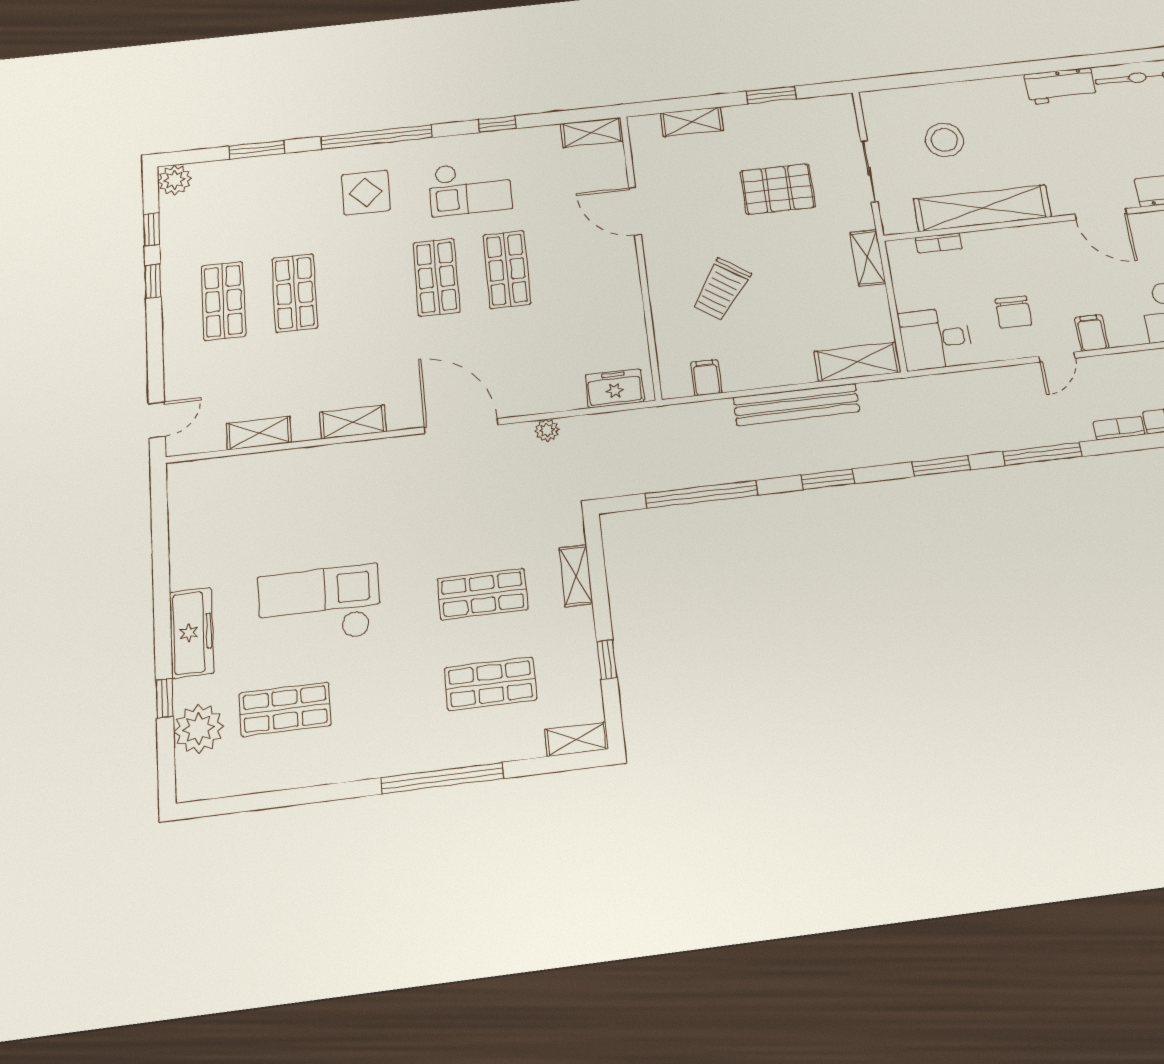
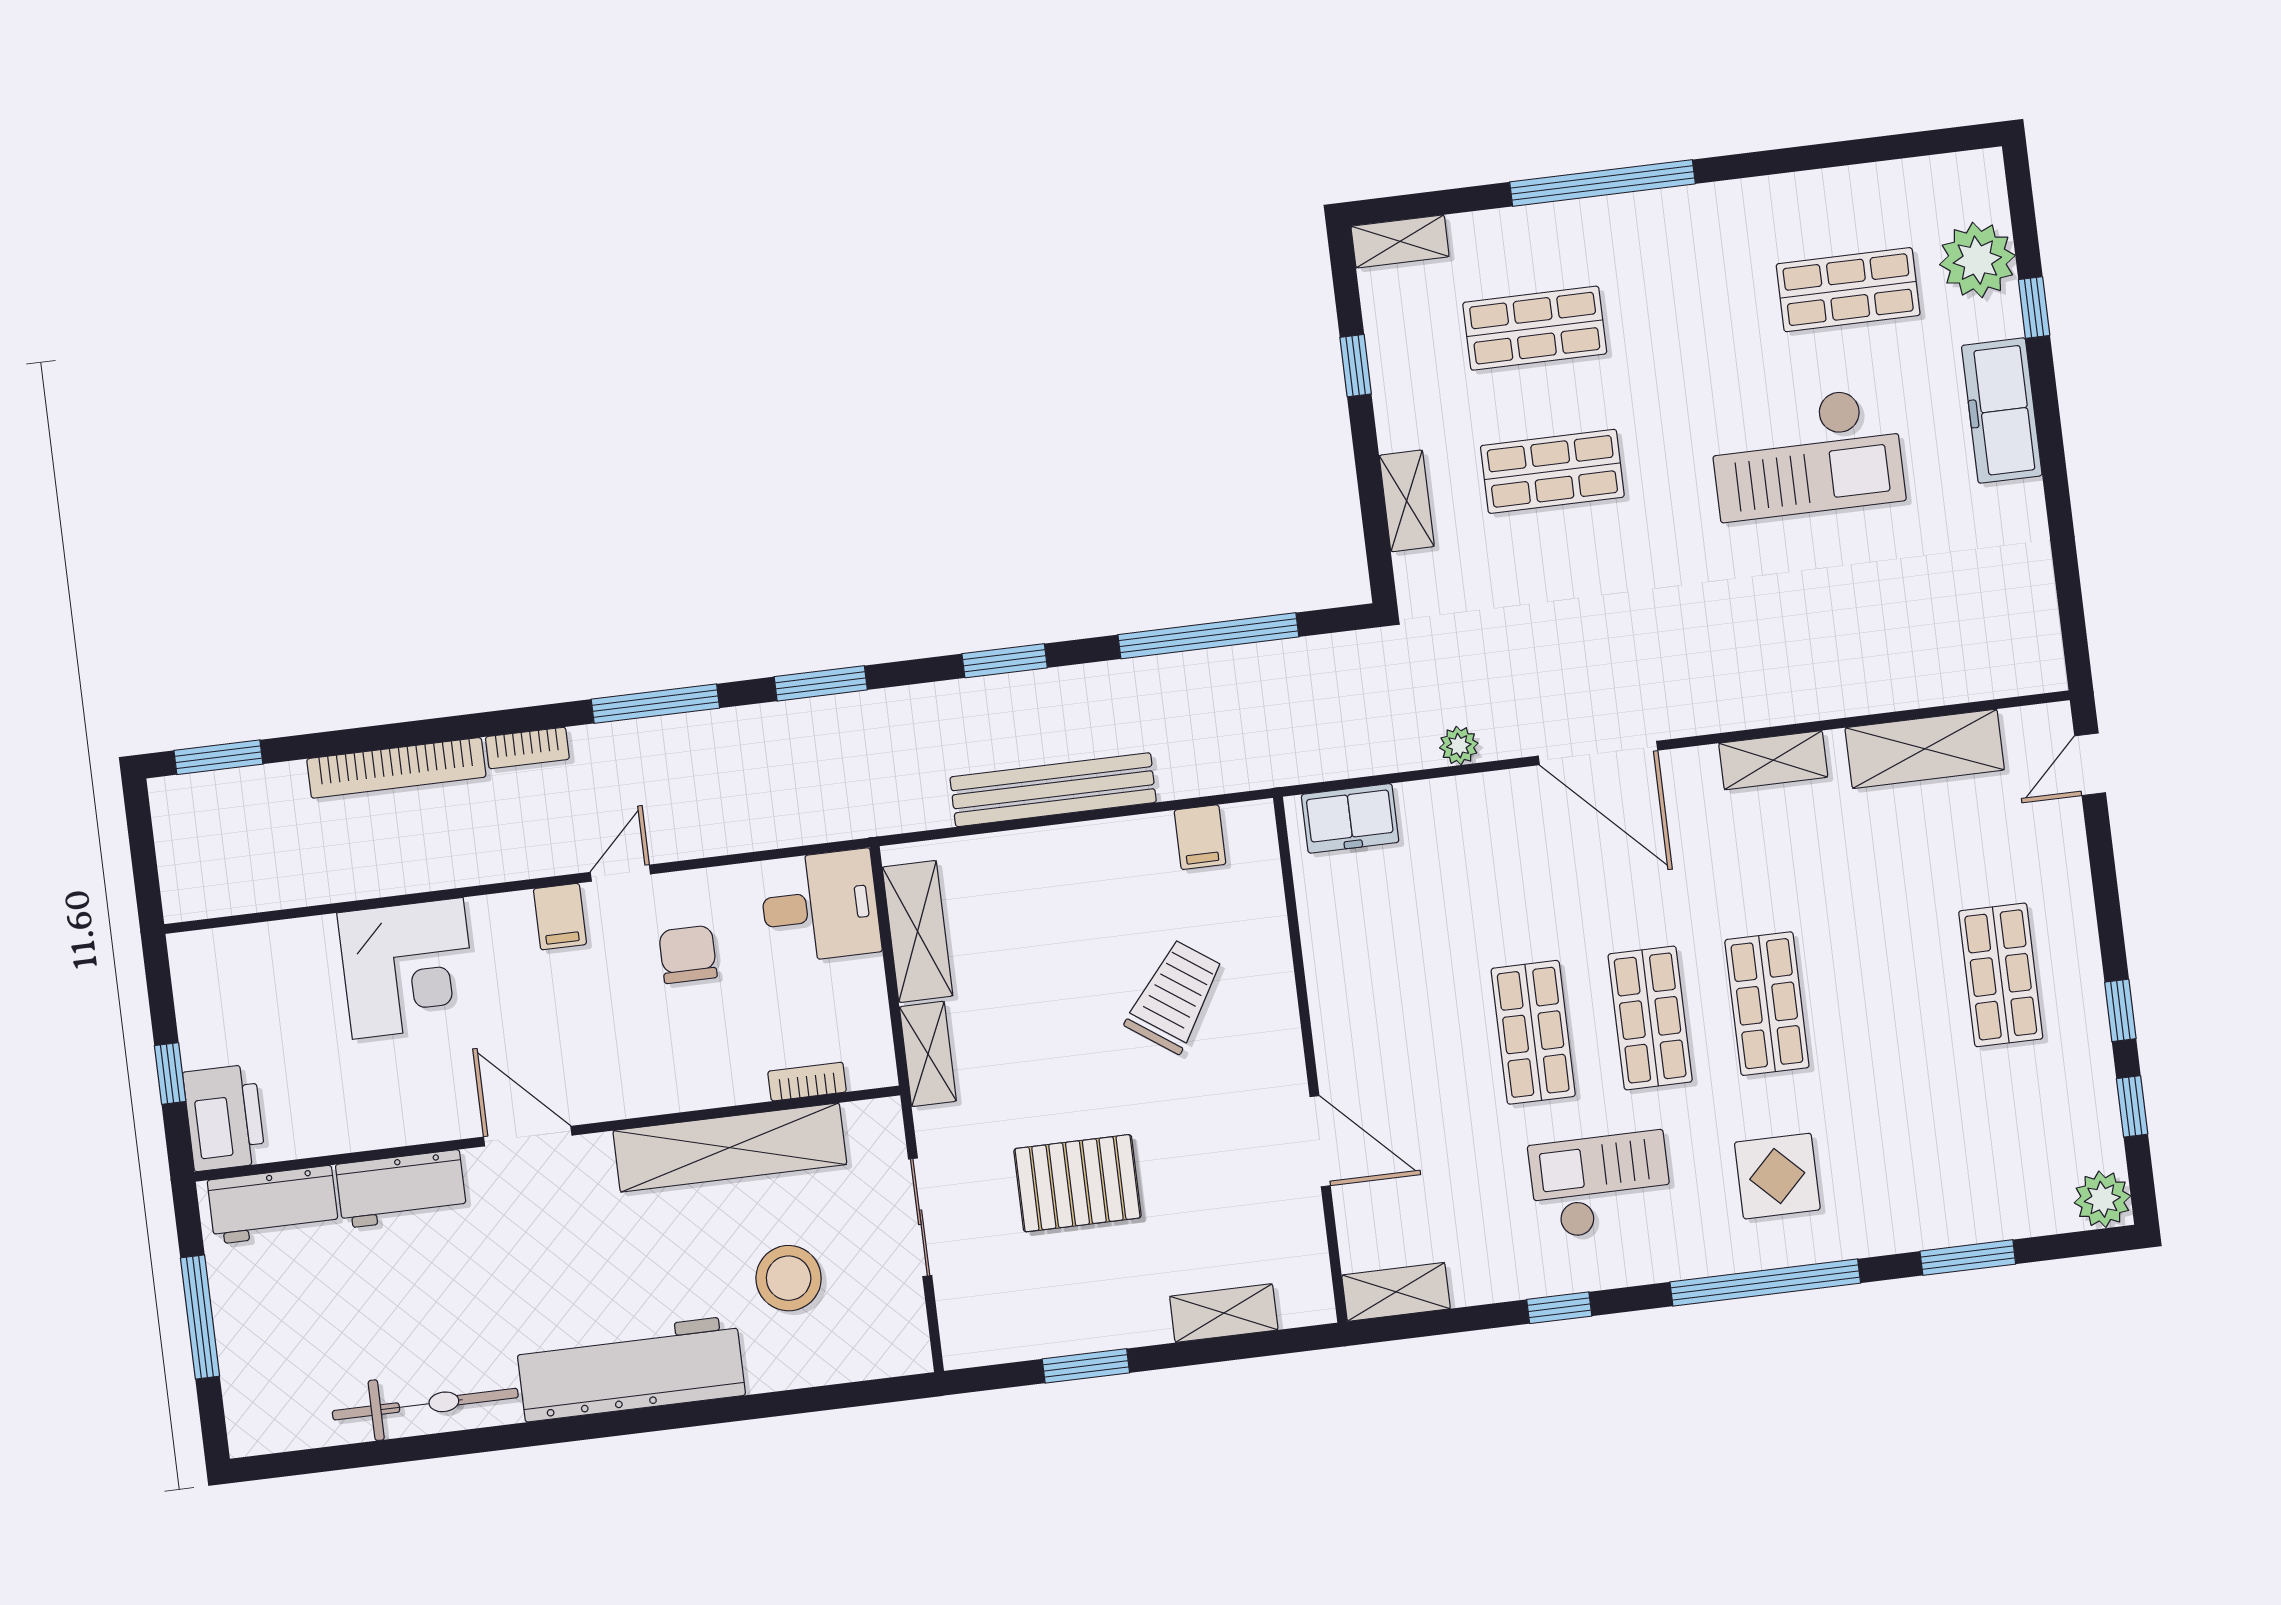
workbench: (1060, 86) -> (631, 1369), width x1.88, depth x1.32
shop shelf: (295, 293) -> (1767, 1004), moved
shelving: (858, 362) -> (918, 931), moved, turned 90
shelving: (259, 433) -> (1925, 749), width x1.50, depth x1.33

